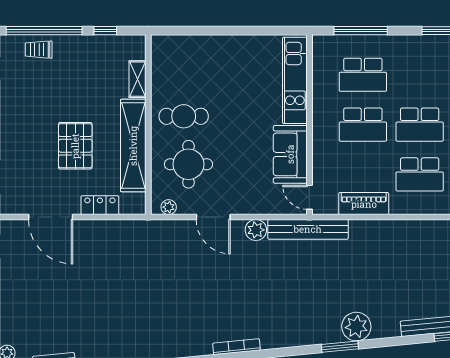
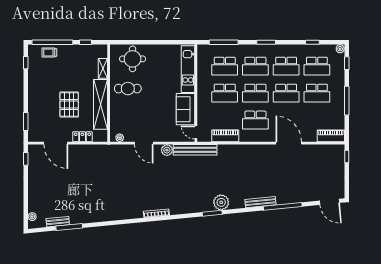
school desk: (420, 75) -> (255, 66), added
round table: (188, 164) -> (133, 59), moved

